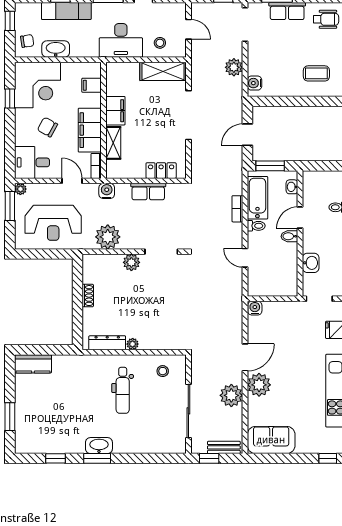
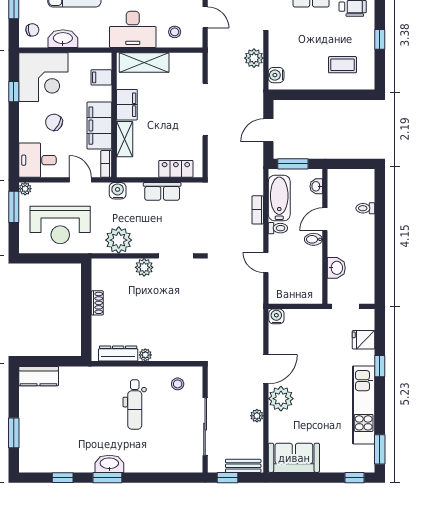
shelving: (163, 71) -> (144, 63), moved
plant: (231, 395) -> (257, 416), width x0.53, depth x0.53

